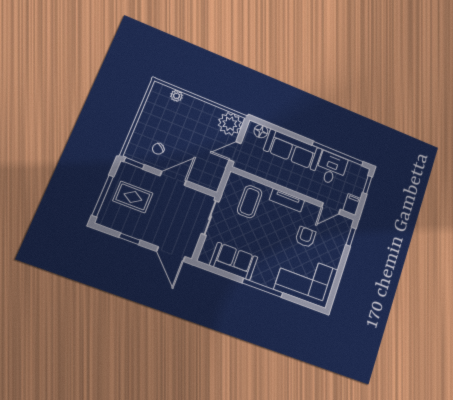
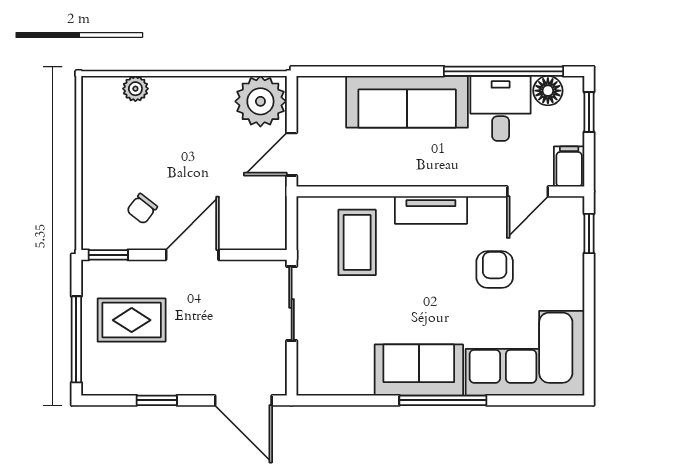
floor lamp: (261, 131) -> (548, 91), moved
sofa: (234, 261) -> (419, 370), moved

